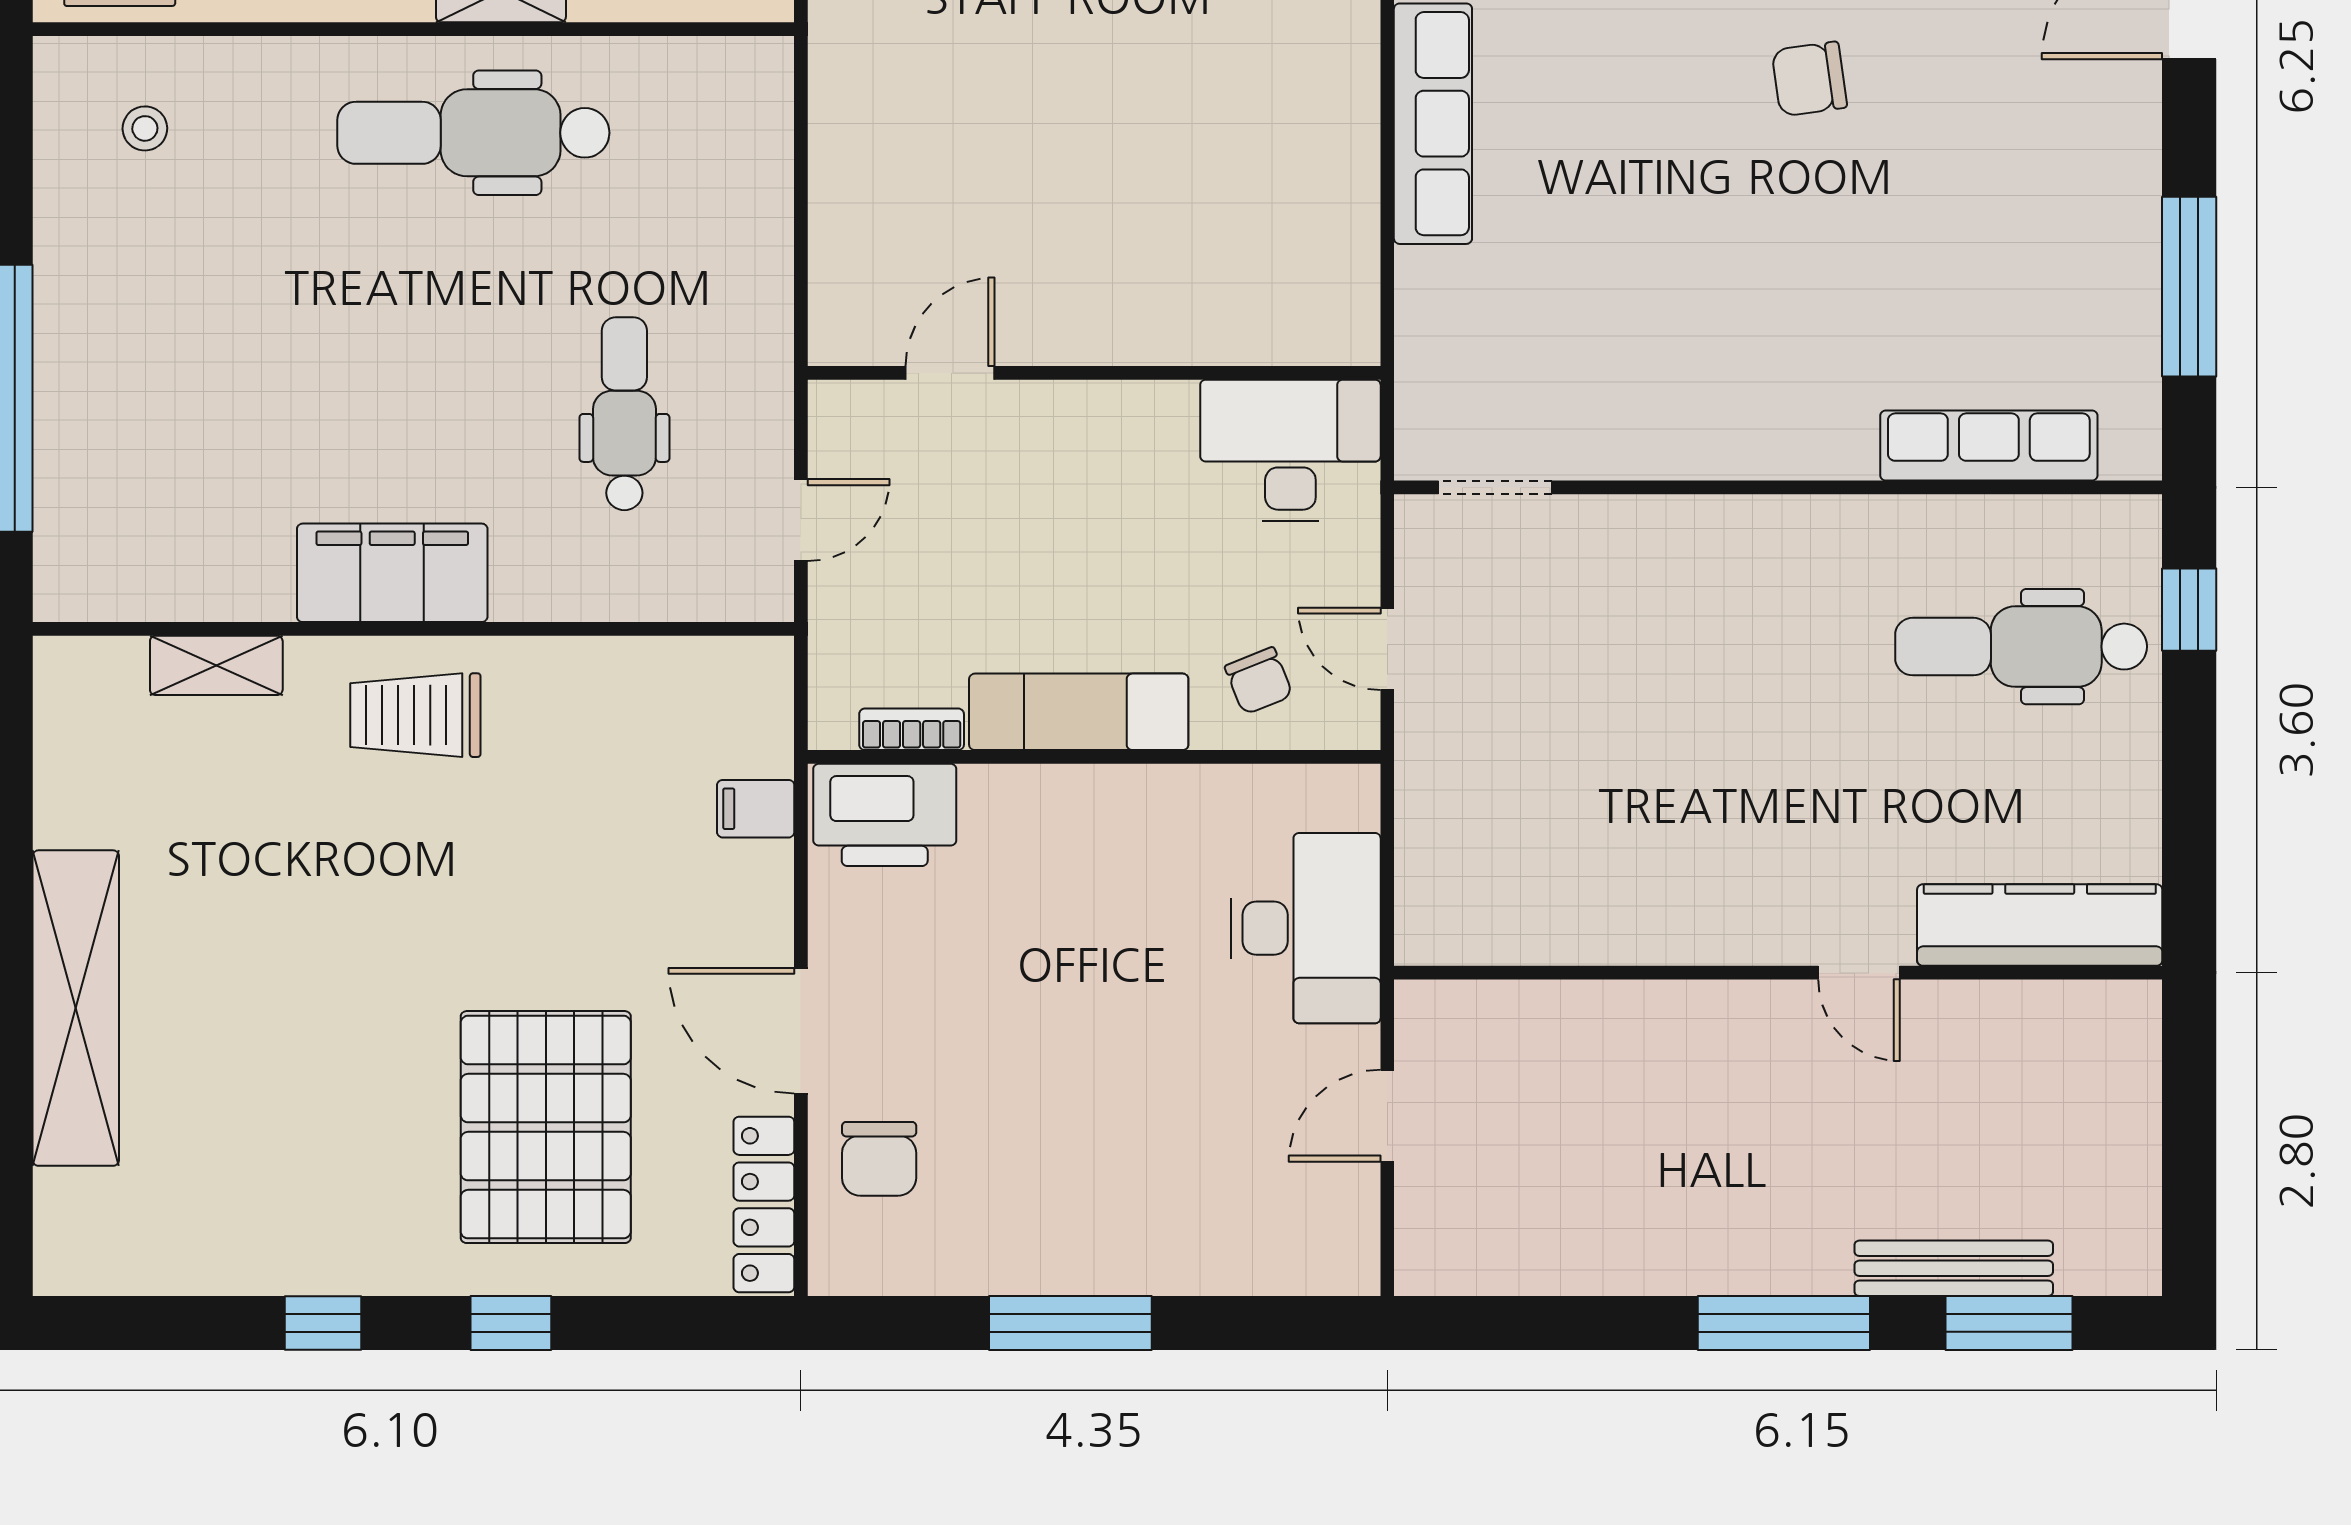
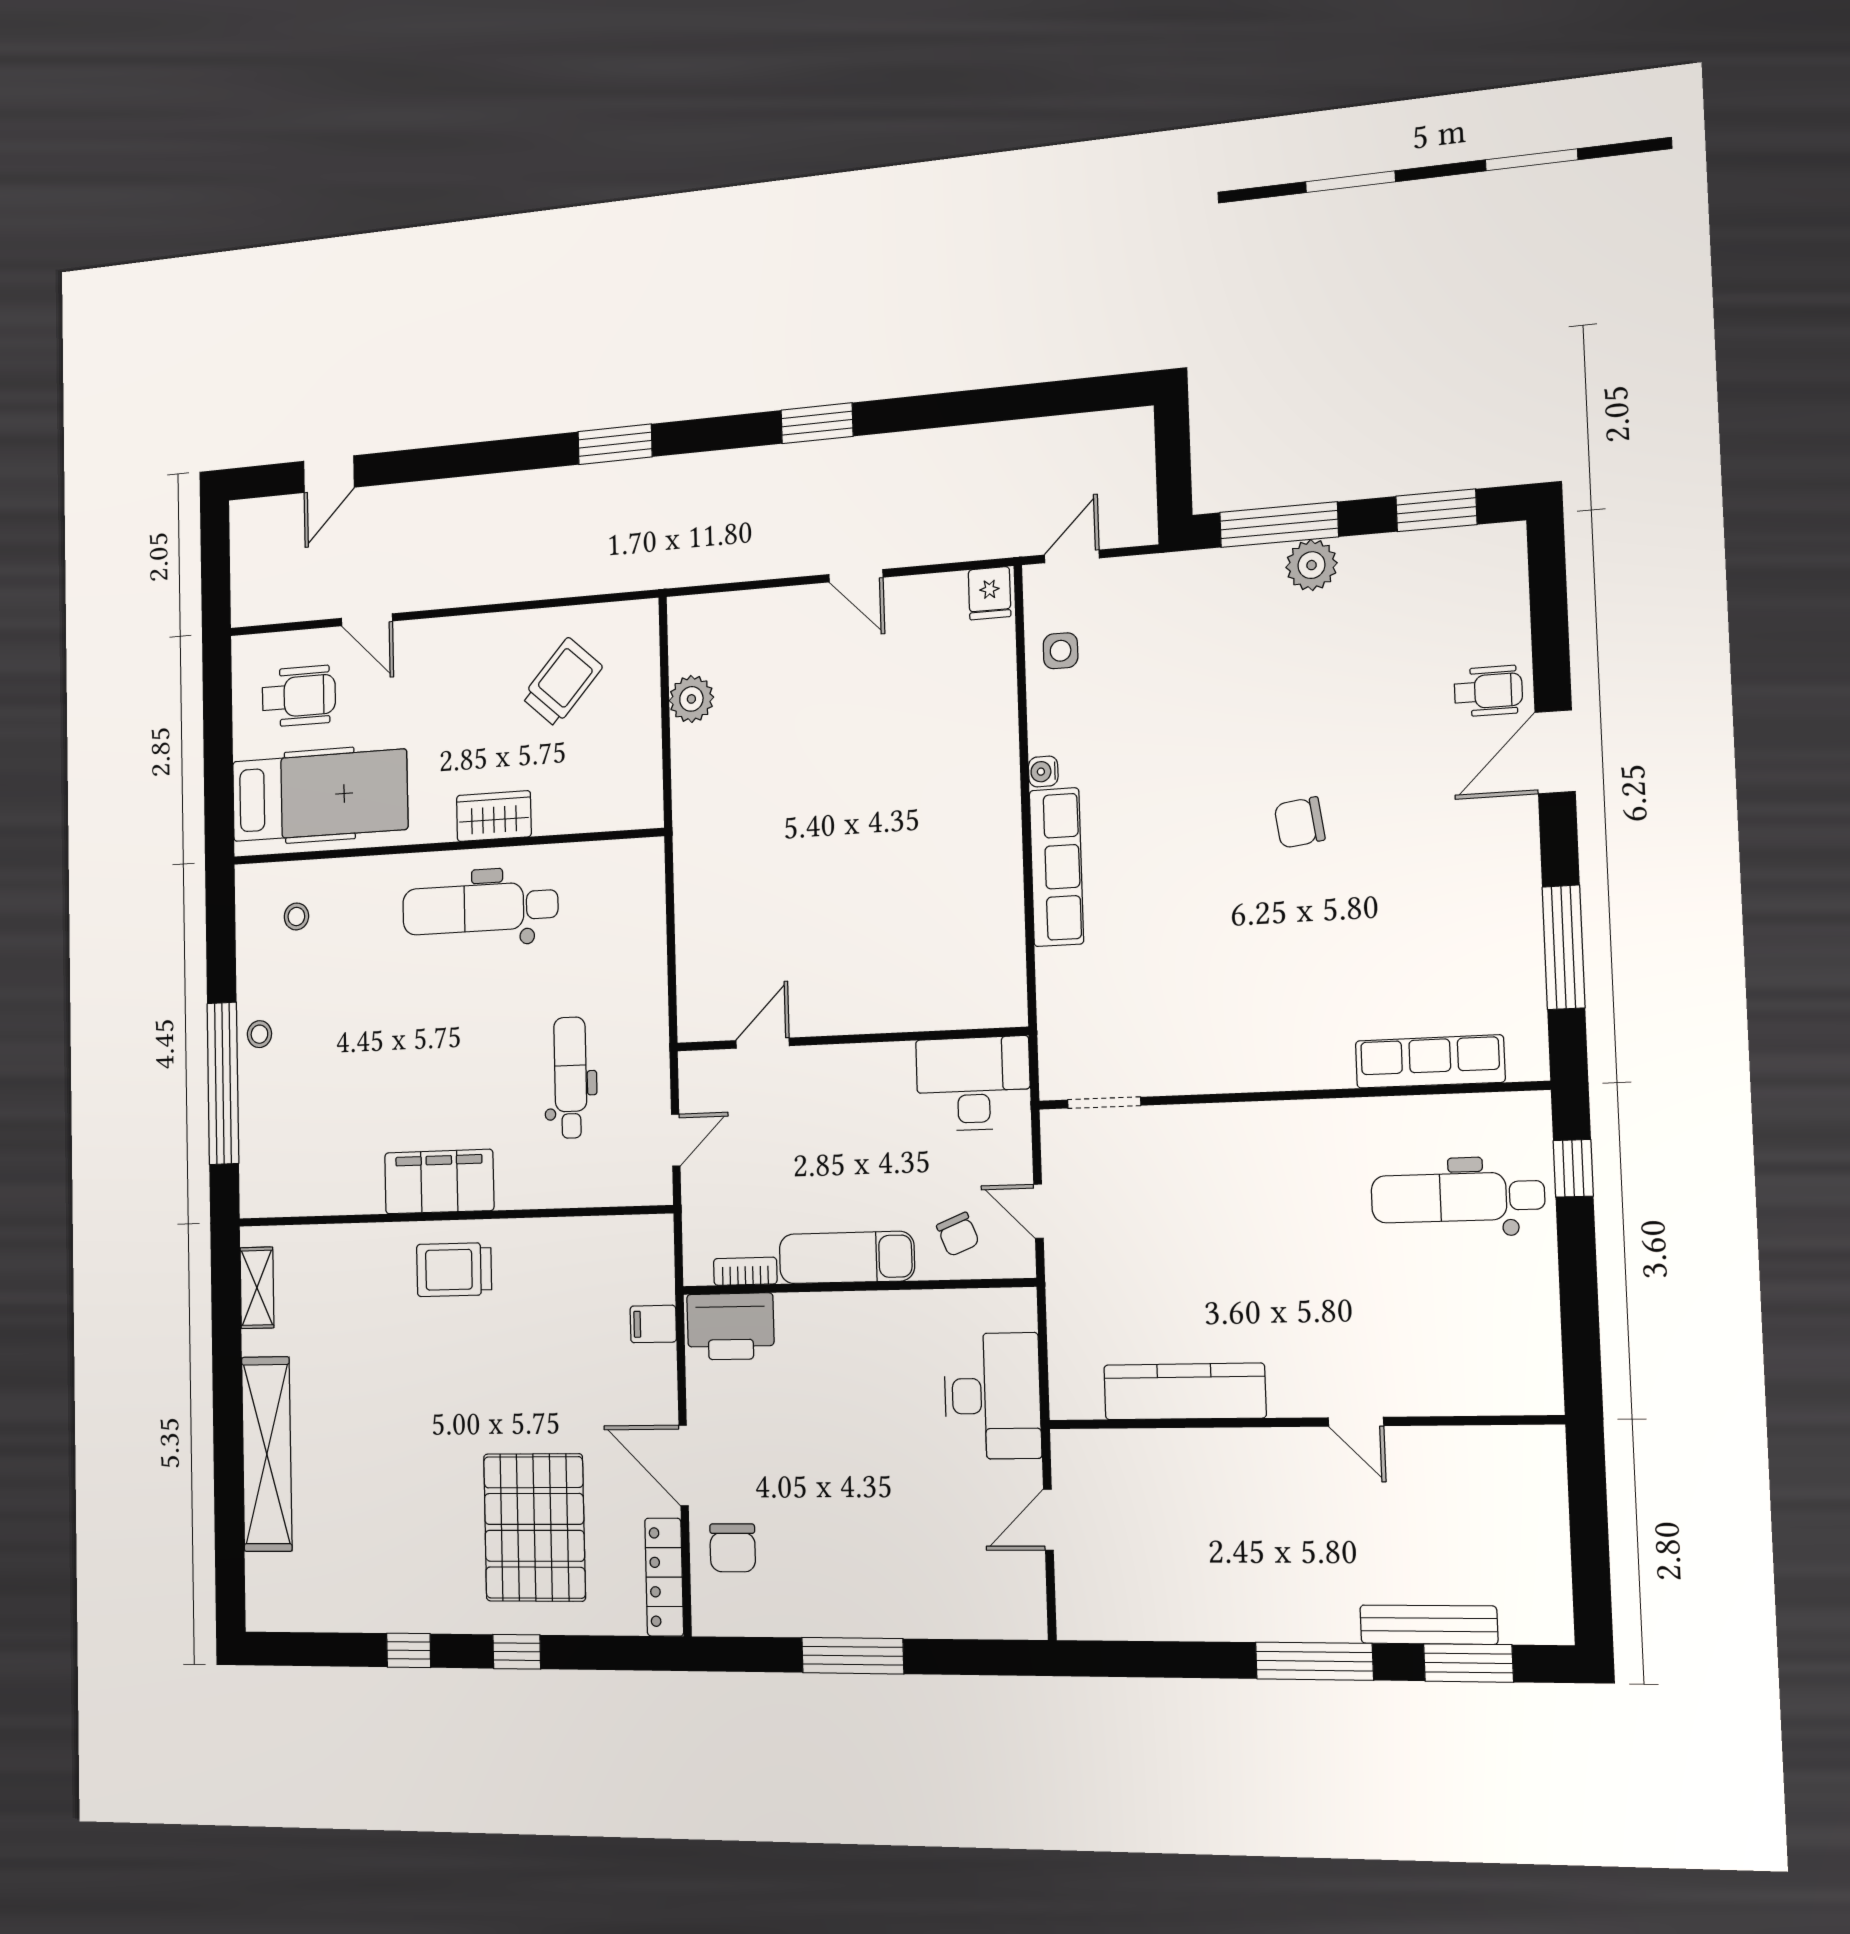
stool: (74, 320) -> (259, 1034), added
shelving: (216, 665) -> (257, 1288), moved, turned 90
kitchen counter: (2040, 925) -> (1185, 1391), moved

